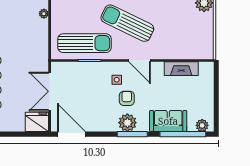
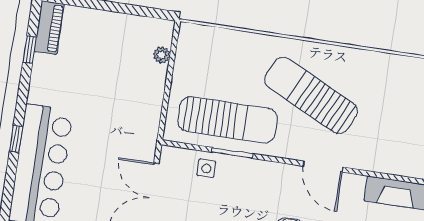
side table: (117, 80) -> (206, 168), moved

